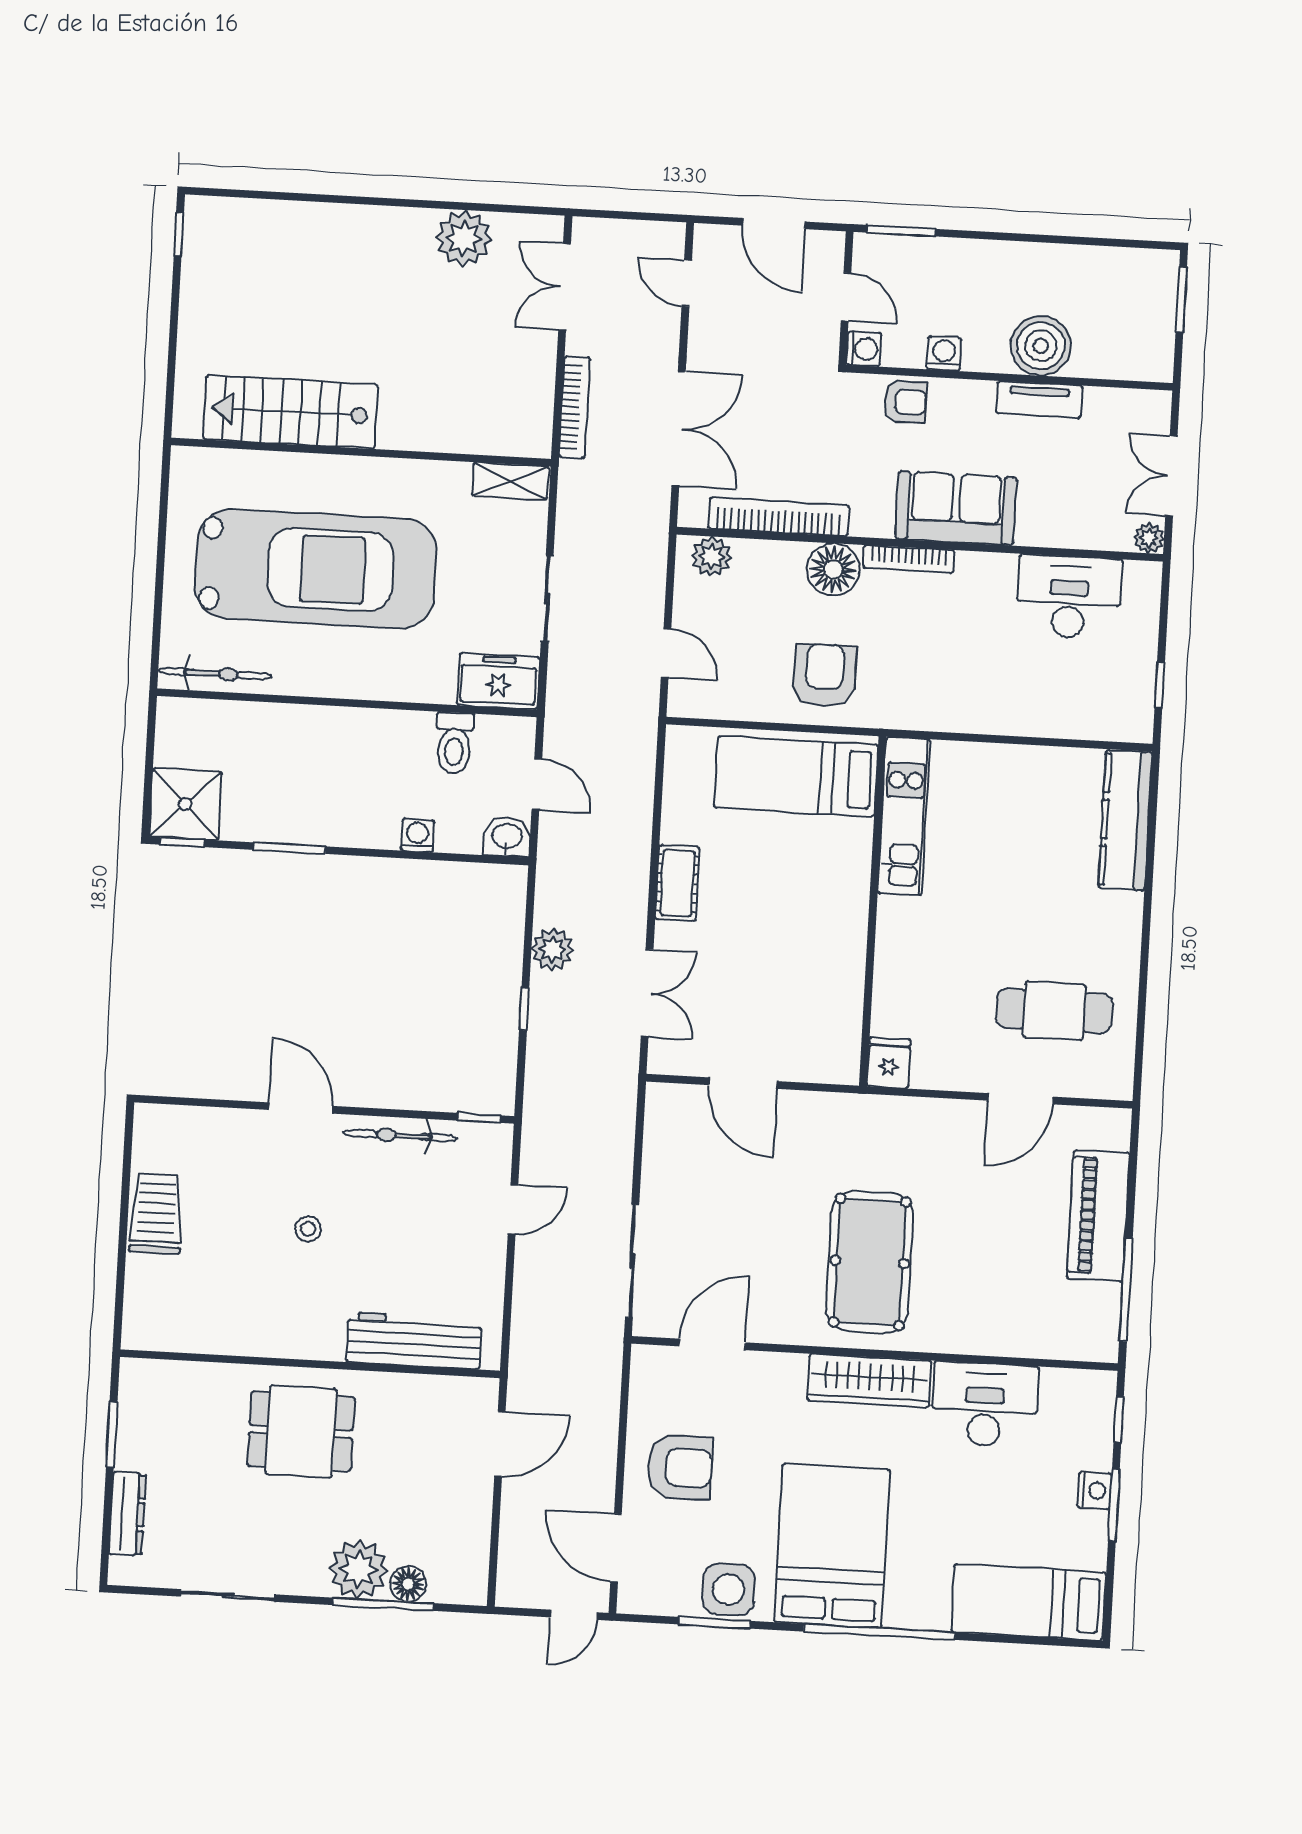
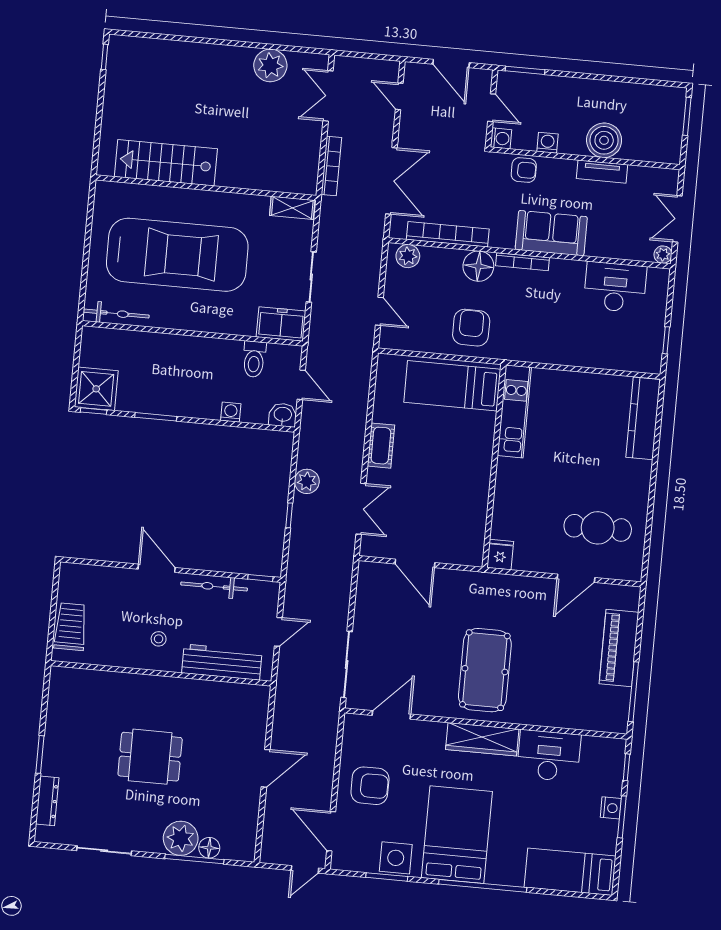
workbench: (414, 1341) -> (222, 662), moved
wall: (310, 1364) -> (161, 673), moved

